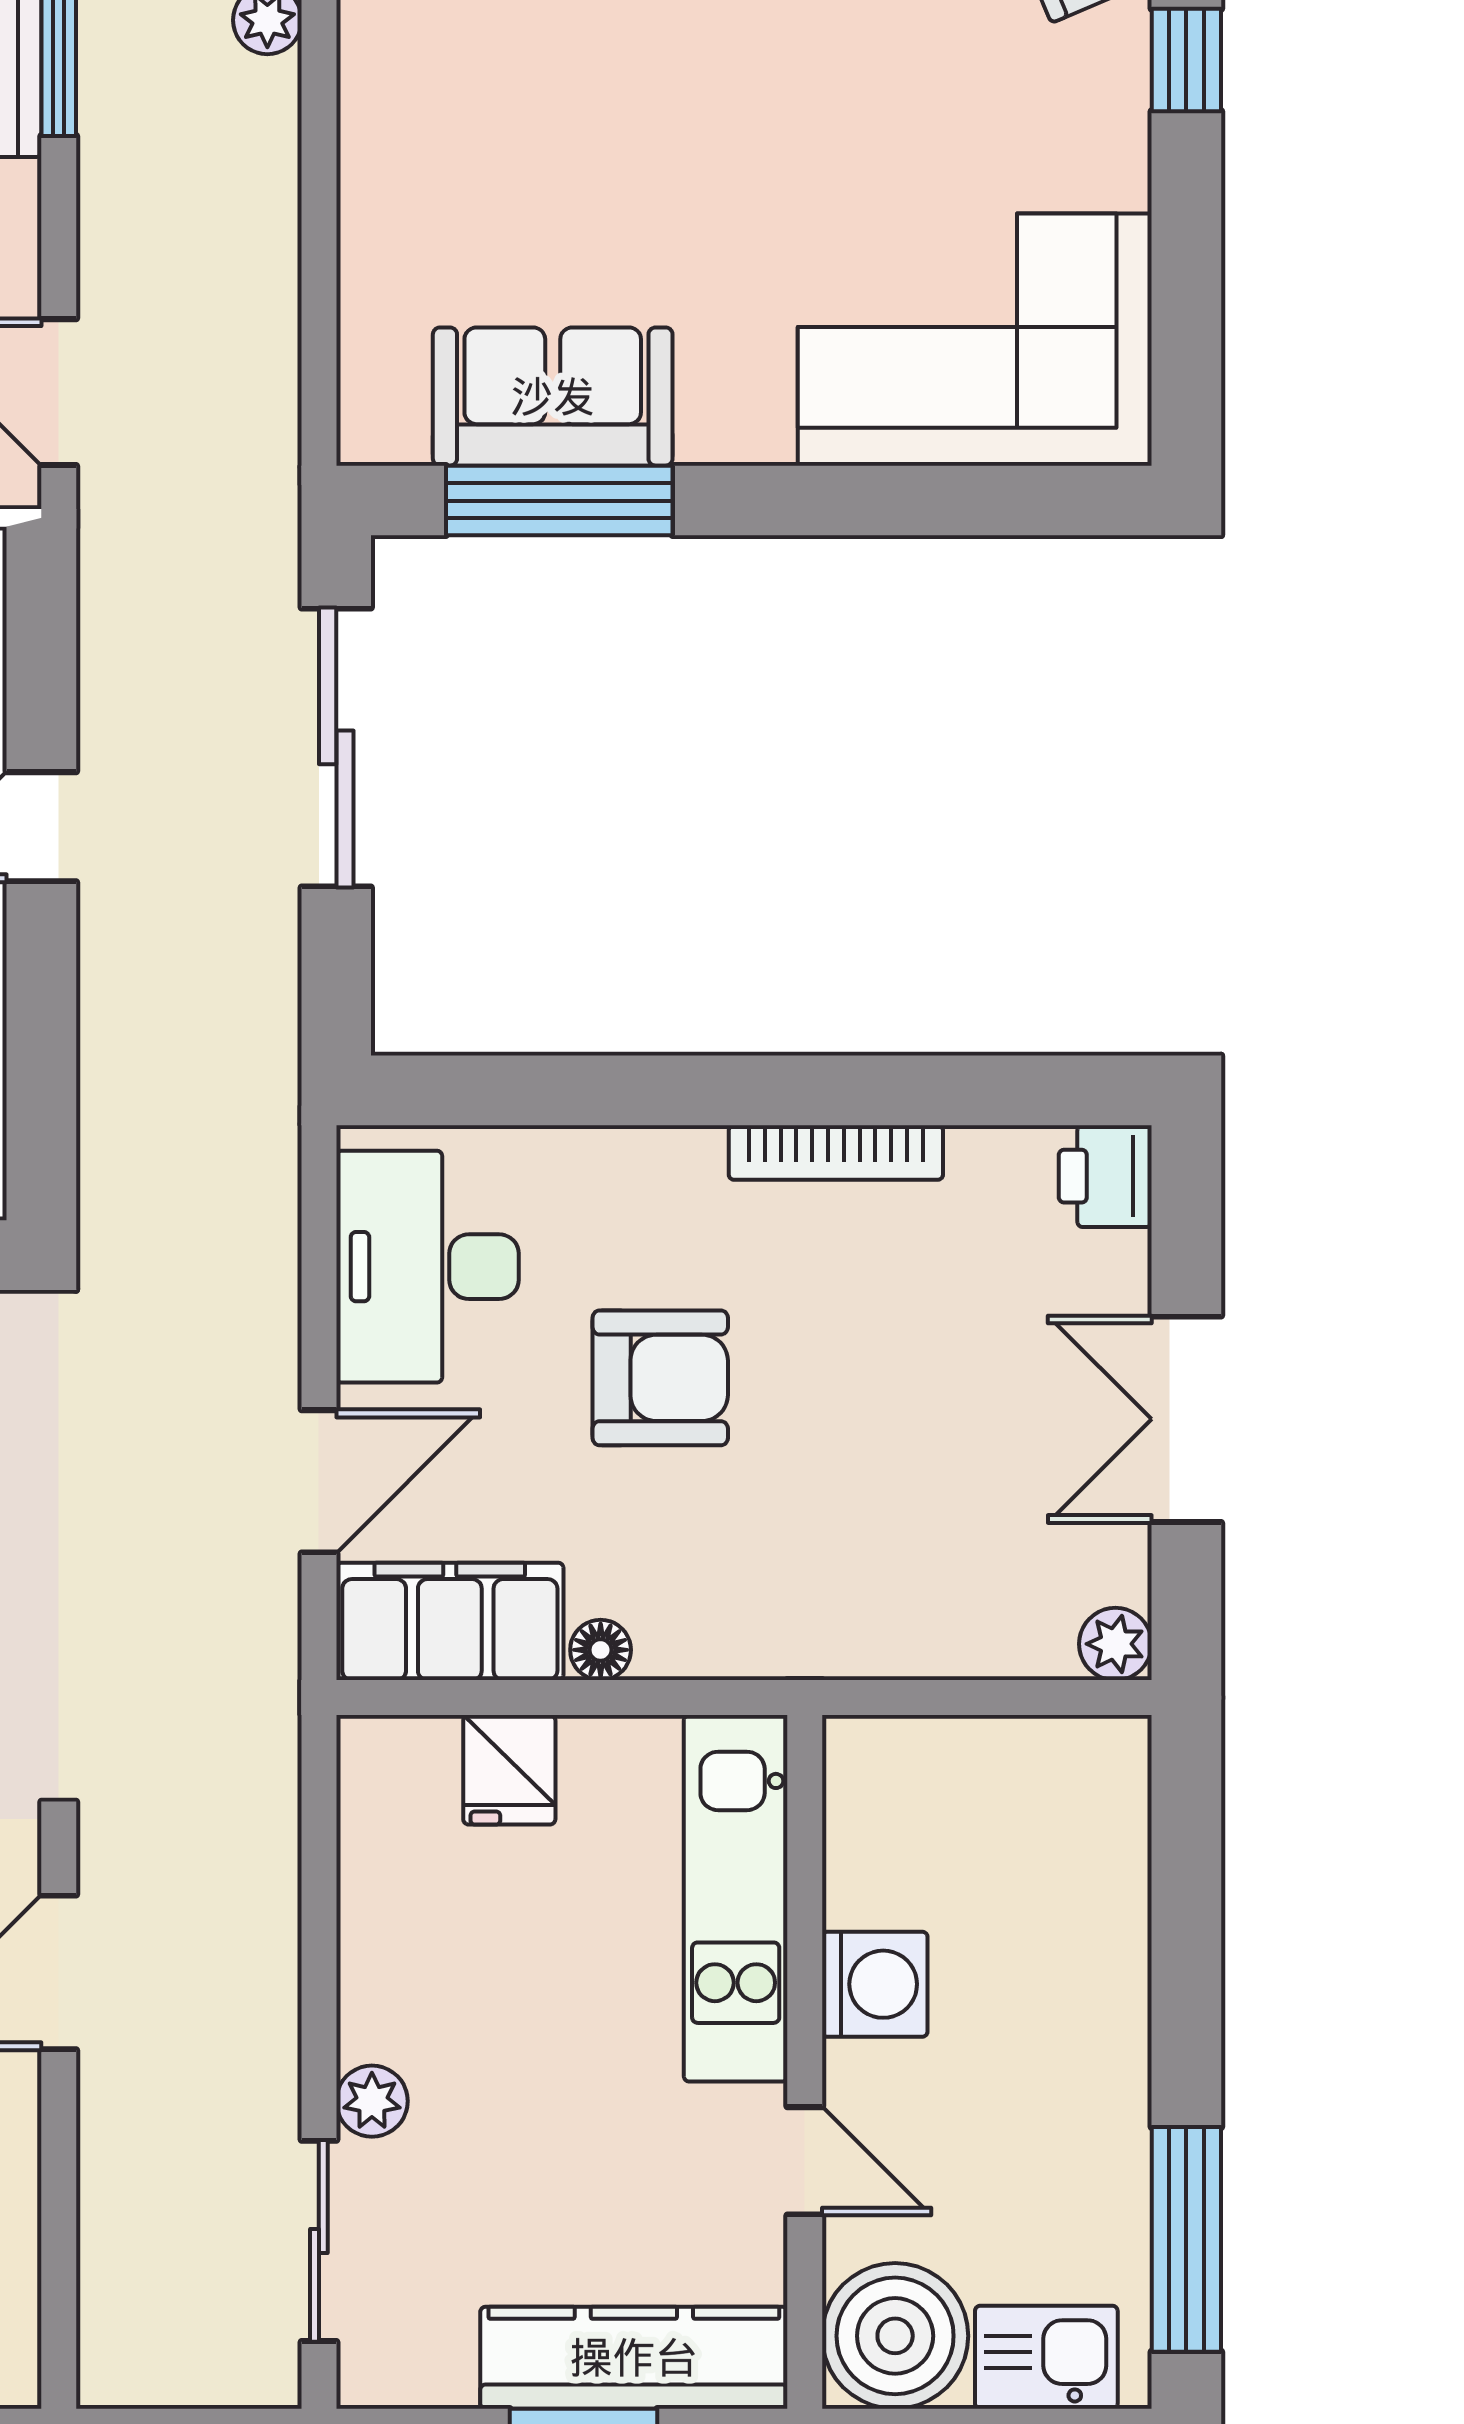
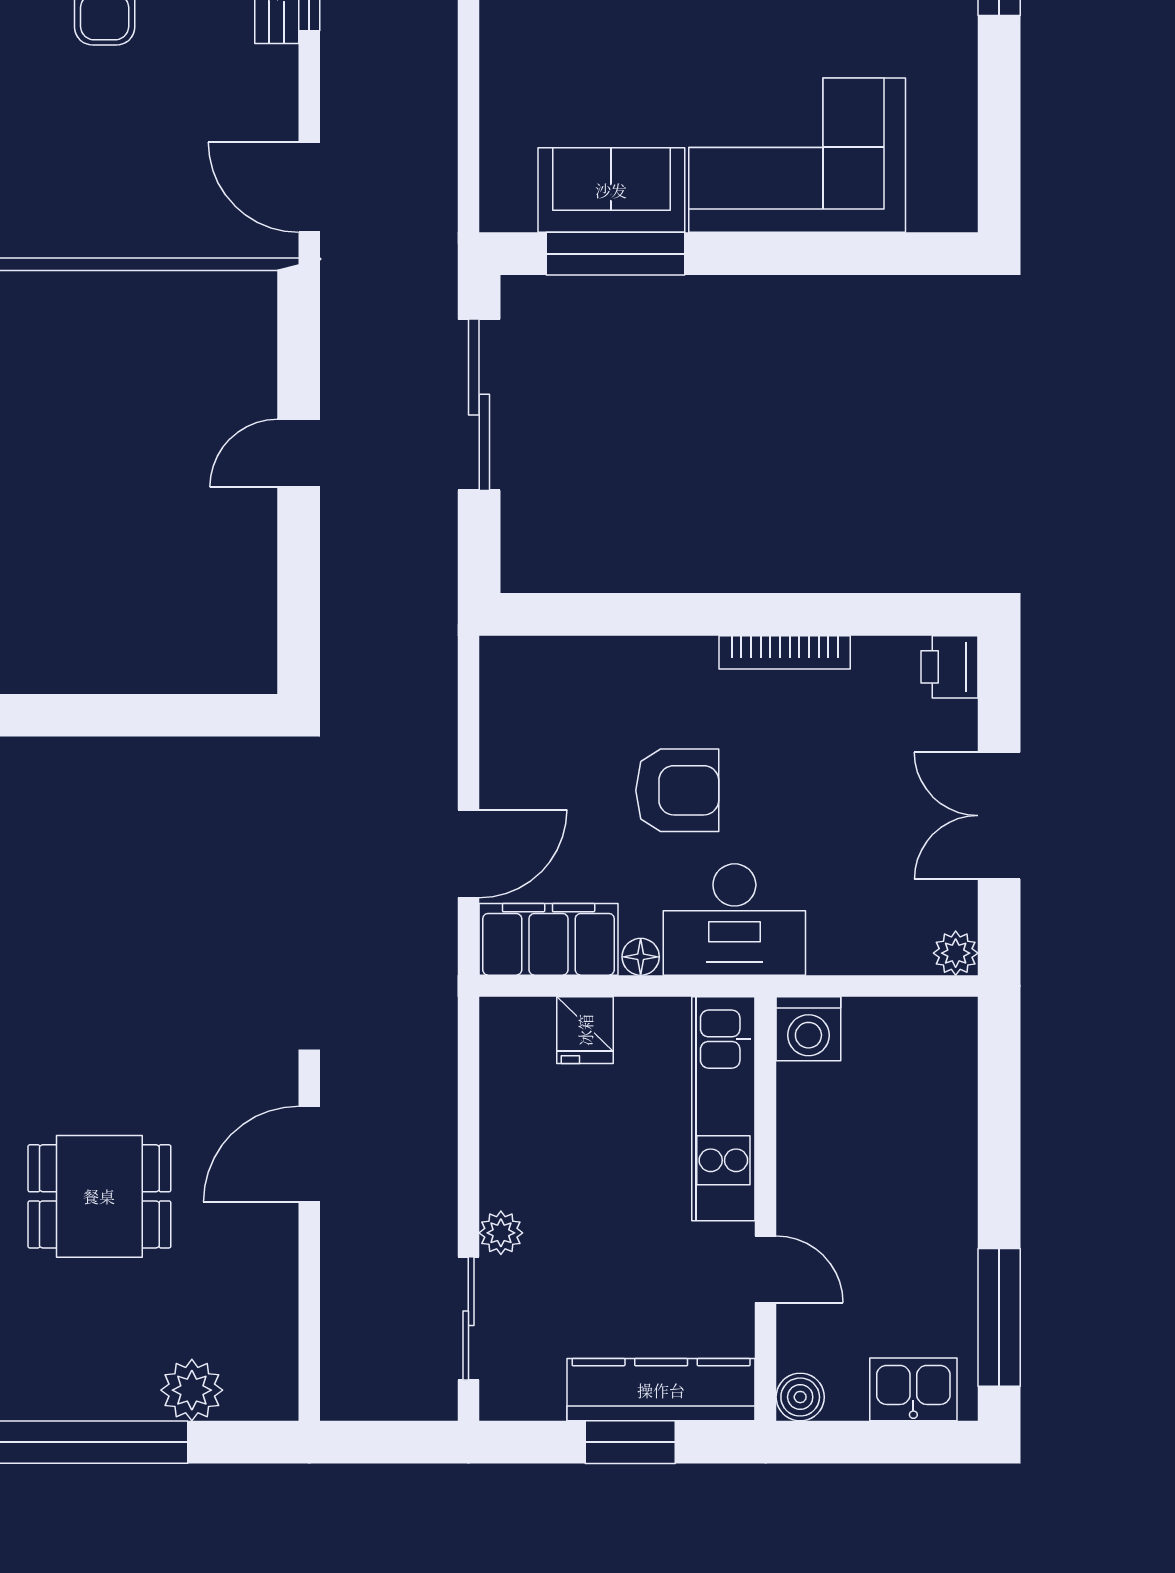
corner sofa: (975, 340) -> (797, 155), moved
desk: (427, 1267) -> (734, 920), moved, turned -90
washing machine: (875, 1984) -> (808, 1029), moved, turned 90
boiler: (895, 2336) -> (800, 1397), width x0.54, depth x0.54

